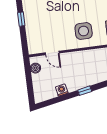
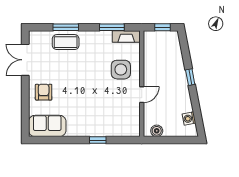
door: (52, 53) -> (142, 95), moved
washing machine: (62, 90) -> (189, 119), moved

